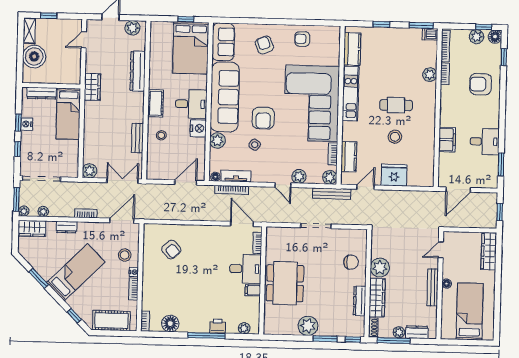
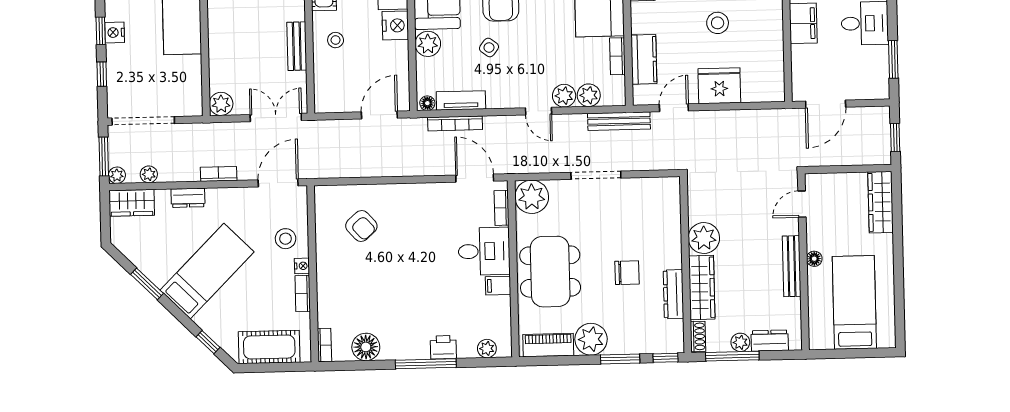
plant: (330, 177) -> (589, 95), moved
plant: (276, 237) -> (532, 197), added
chair: (351, 262) -> (627, 273), moved
piano: (282, 328) -> (548, 345), added

